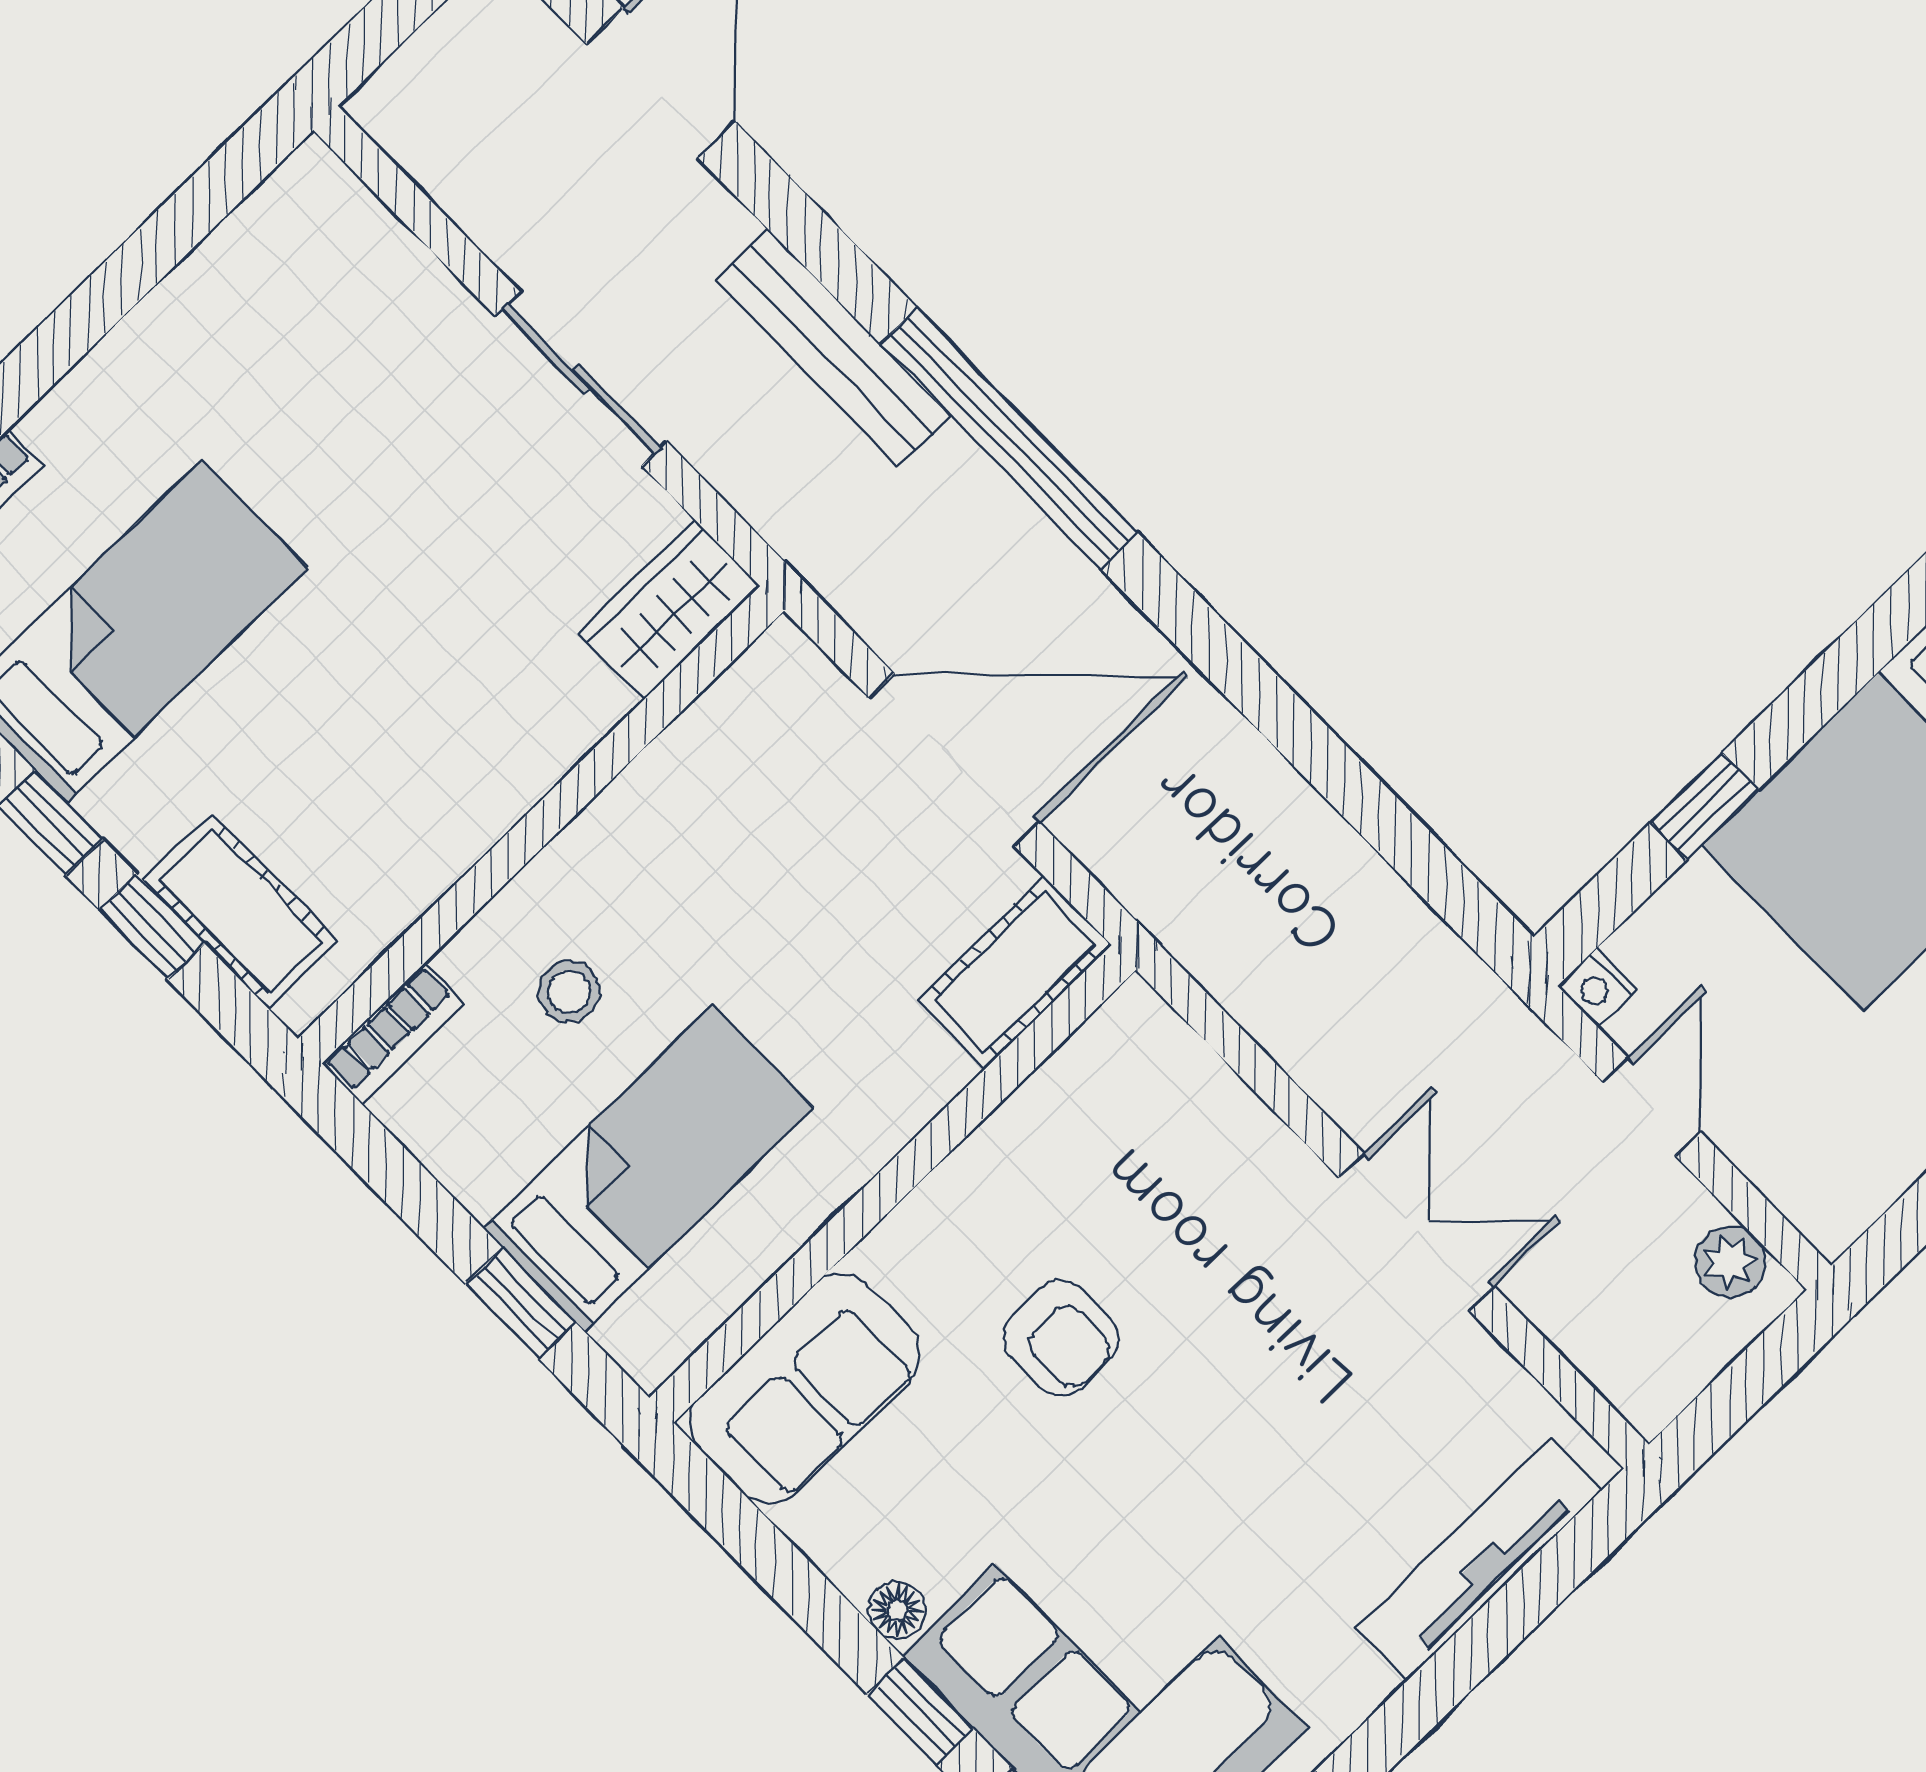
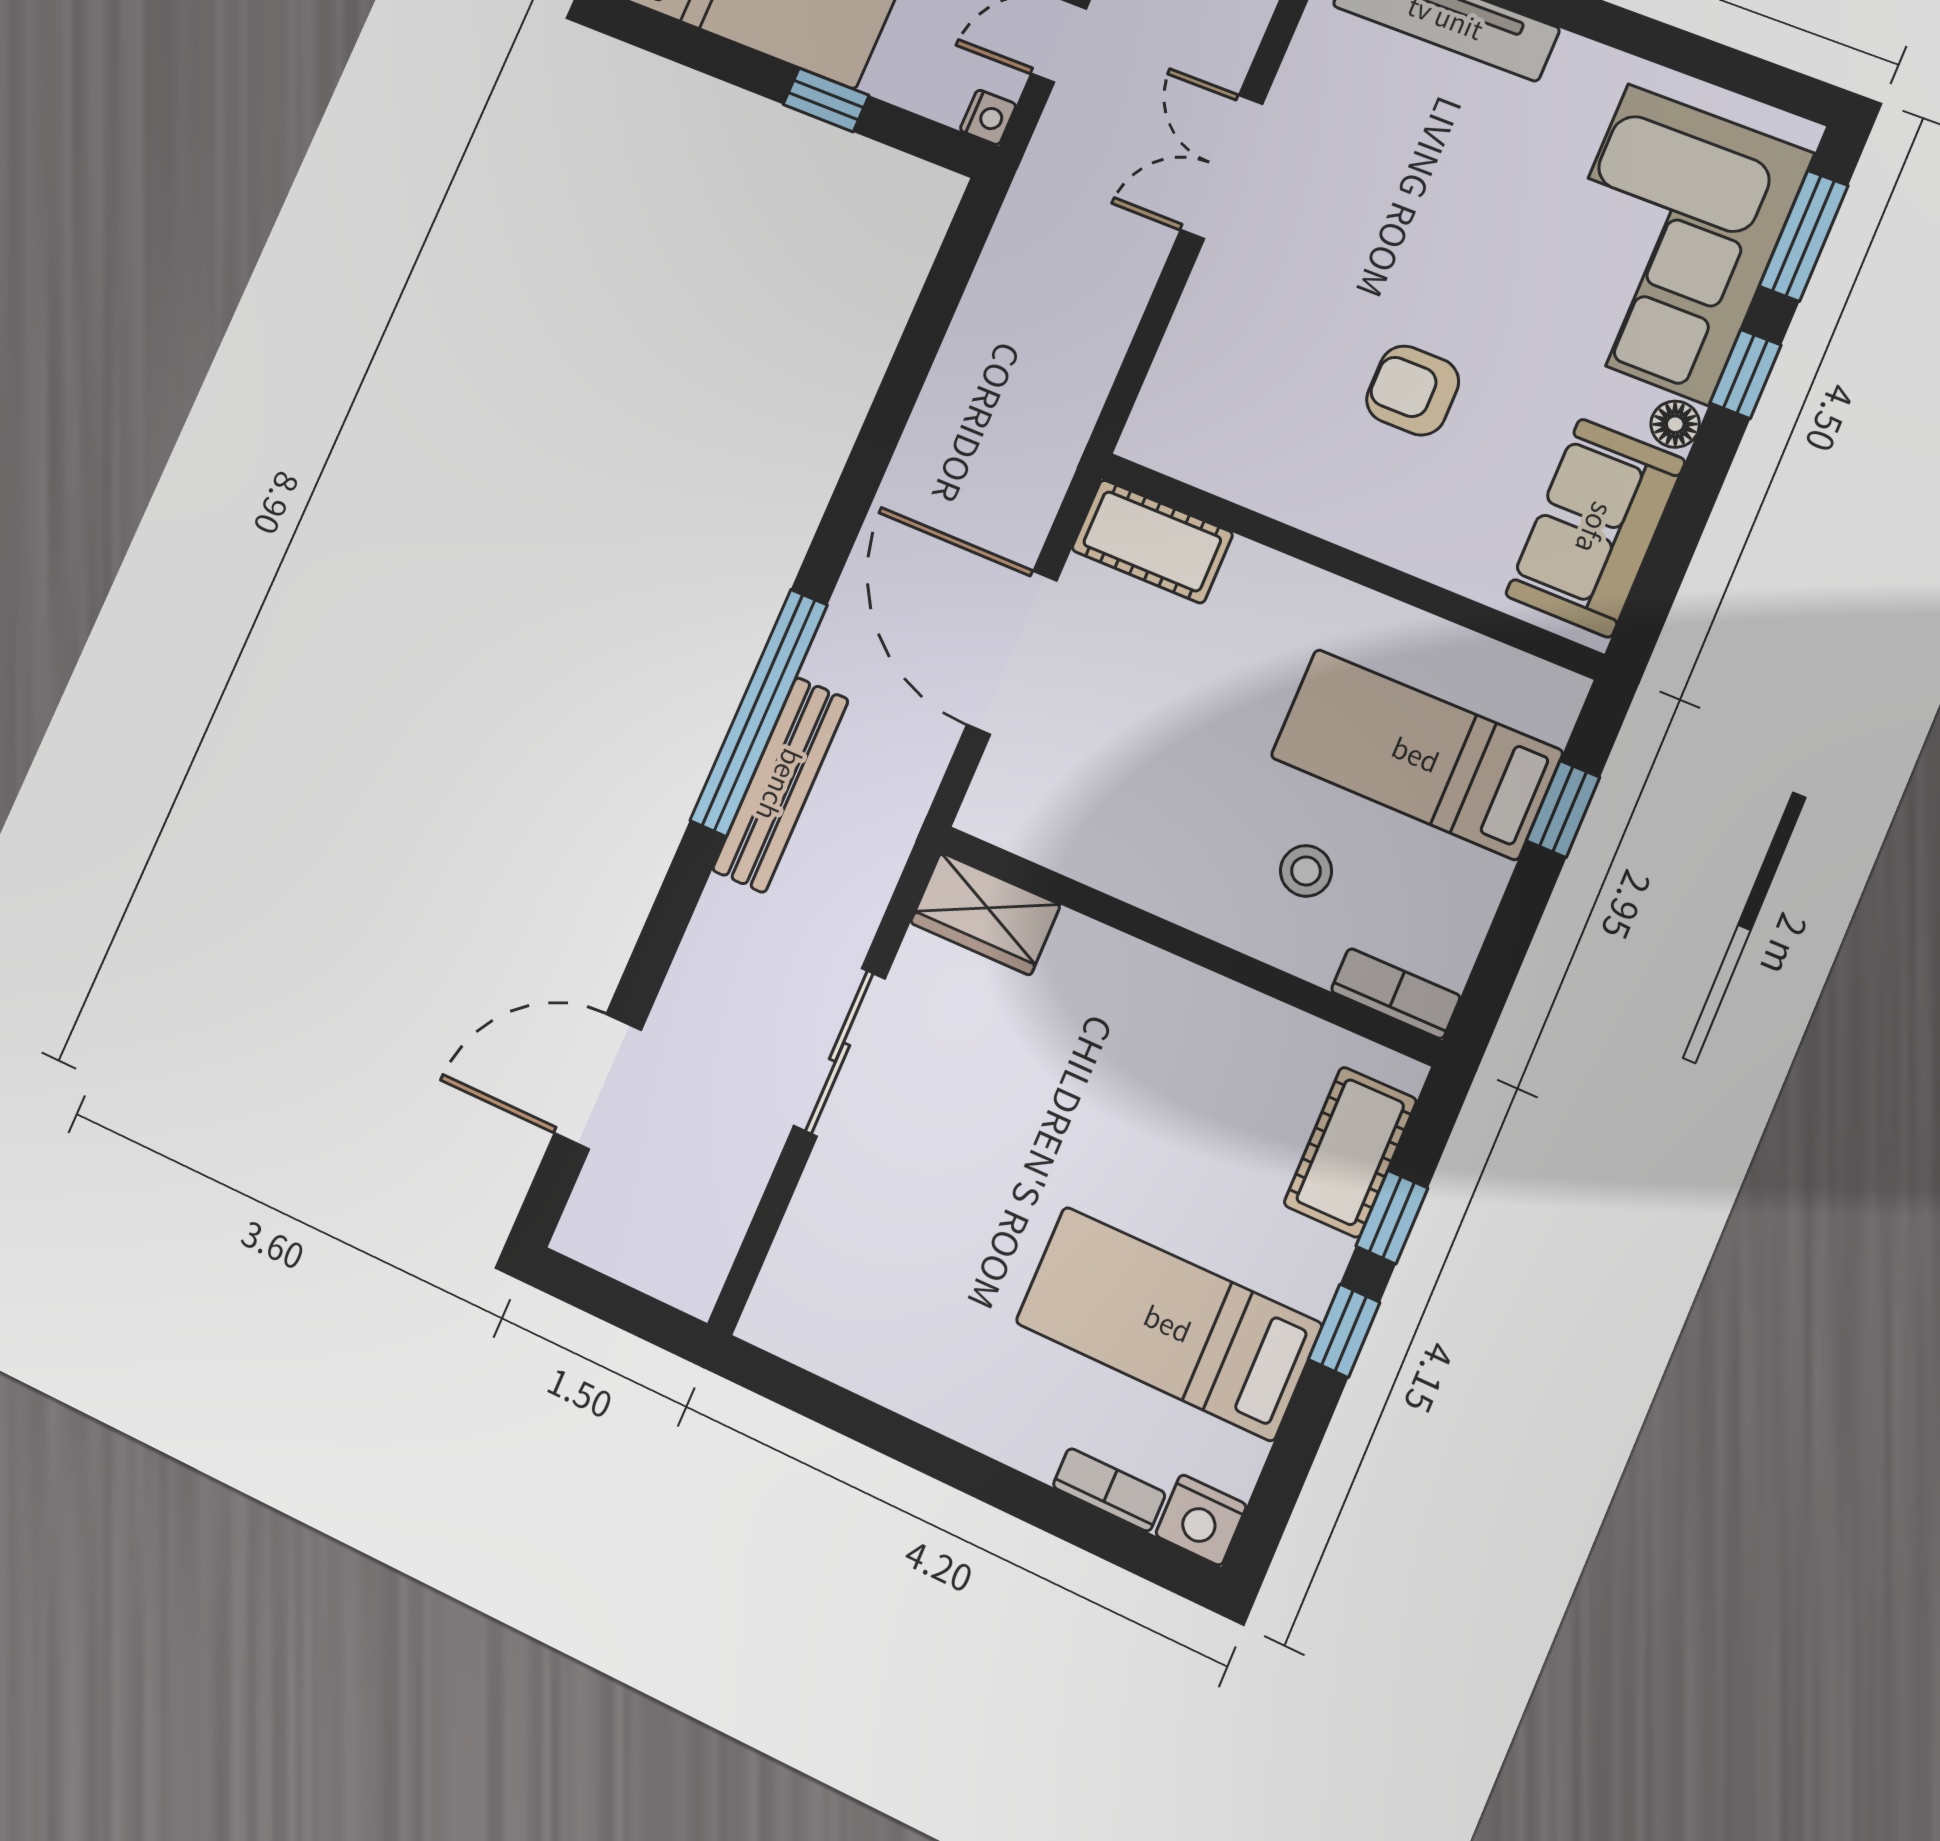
bench: (834, 348) -> (780, 785), moved
armchair: (1061, 1338) -> (1413, 390), turned -90
sofa: (805, 1389) -> (1595, 528), moved, turned -90

